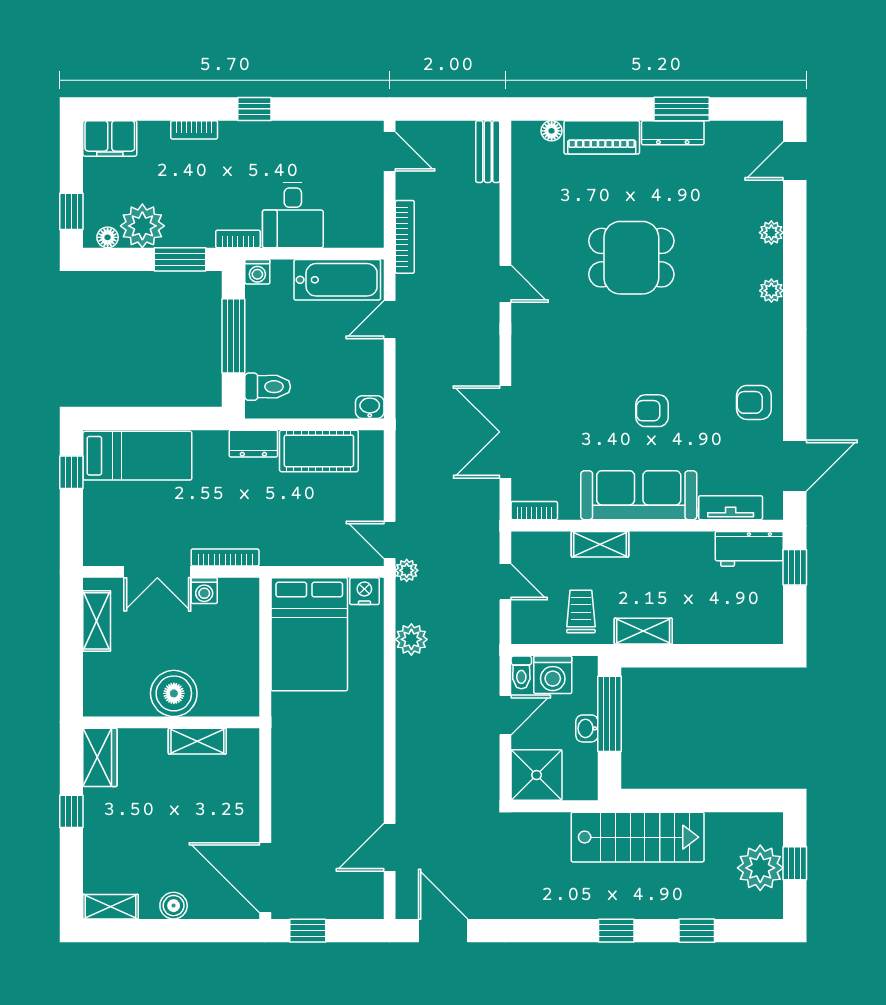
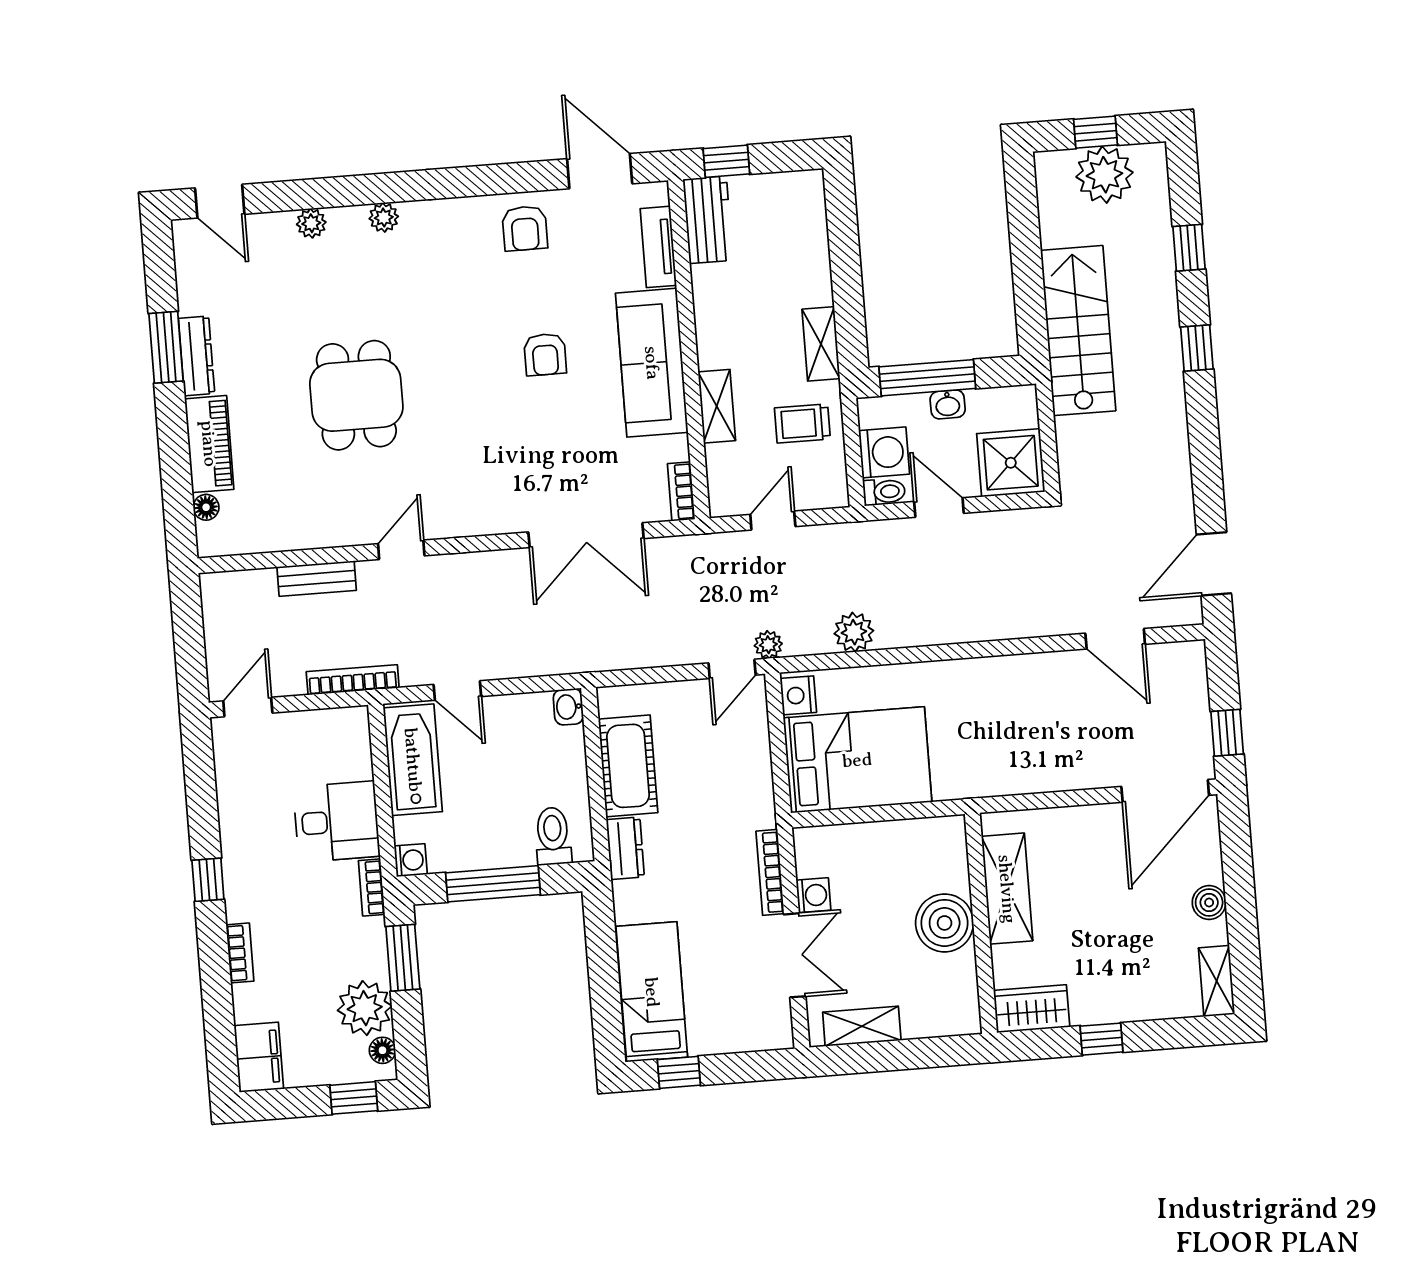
bench: (488, 152) -> (317, 579), moved
shelving: (197, 741) -> (1007, 889), width x1.50, depth x1.33

